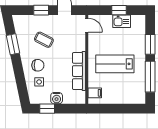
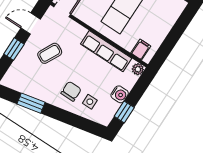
coffee table: (44, 40) -> (50, 53), moved
plant: (81, 99) -> (138, 69), added

